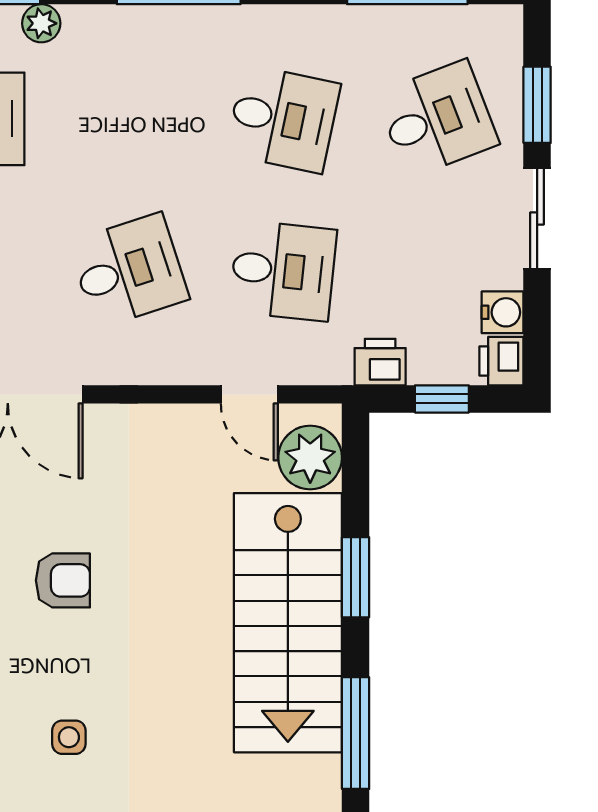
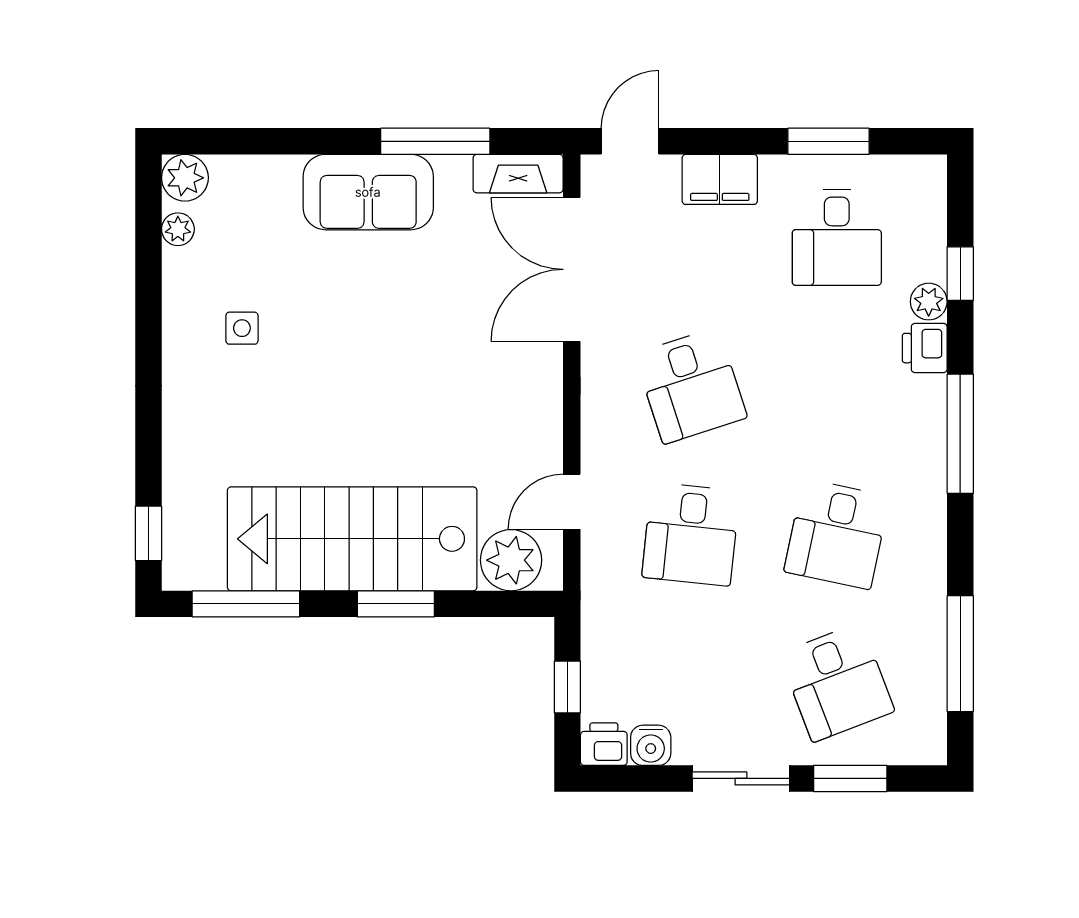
printer: (380, 362) -> (925, 348), moved, turned 180
armchair: (63, 580) -> (393, 322), removed

